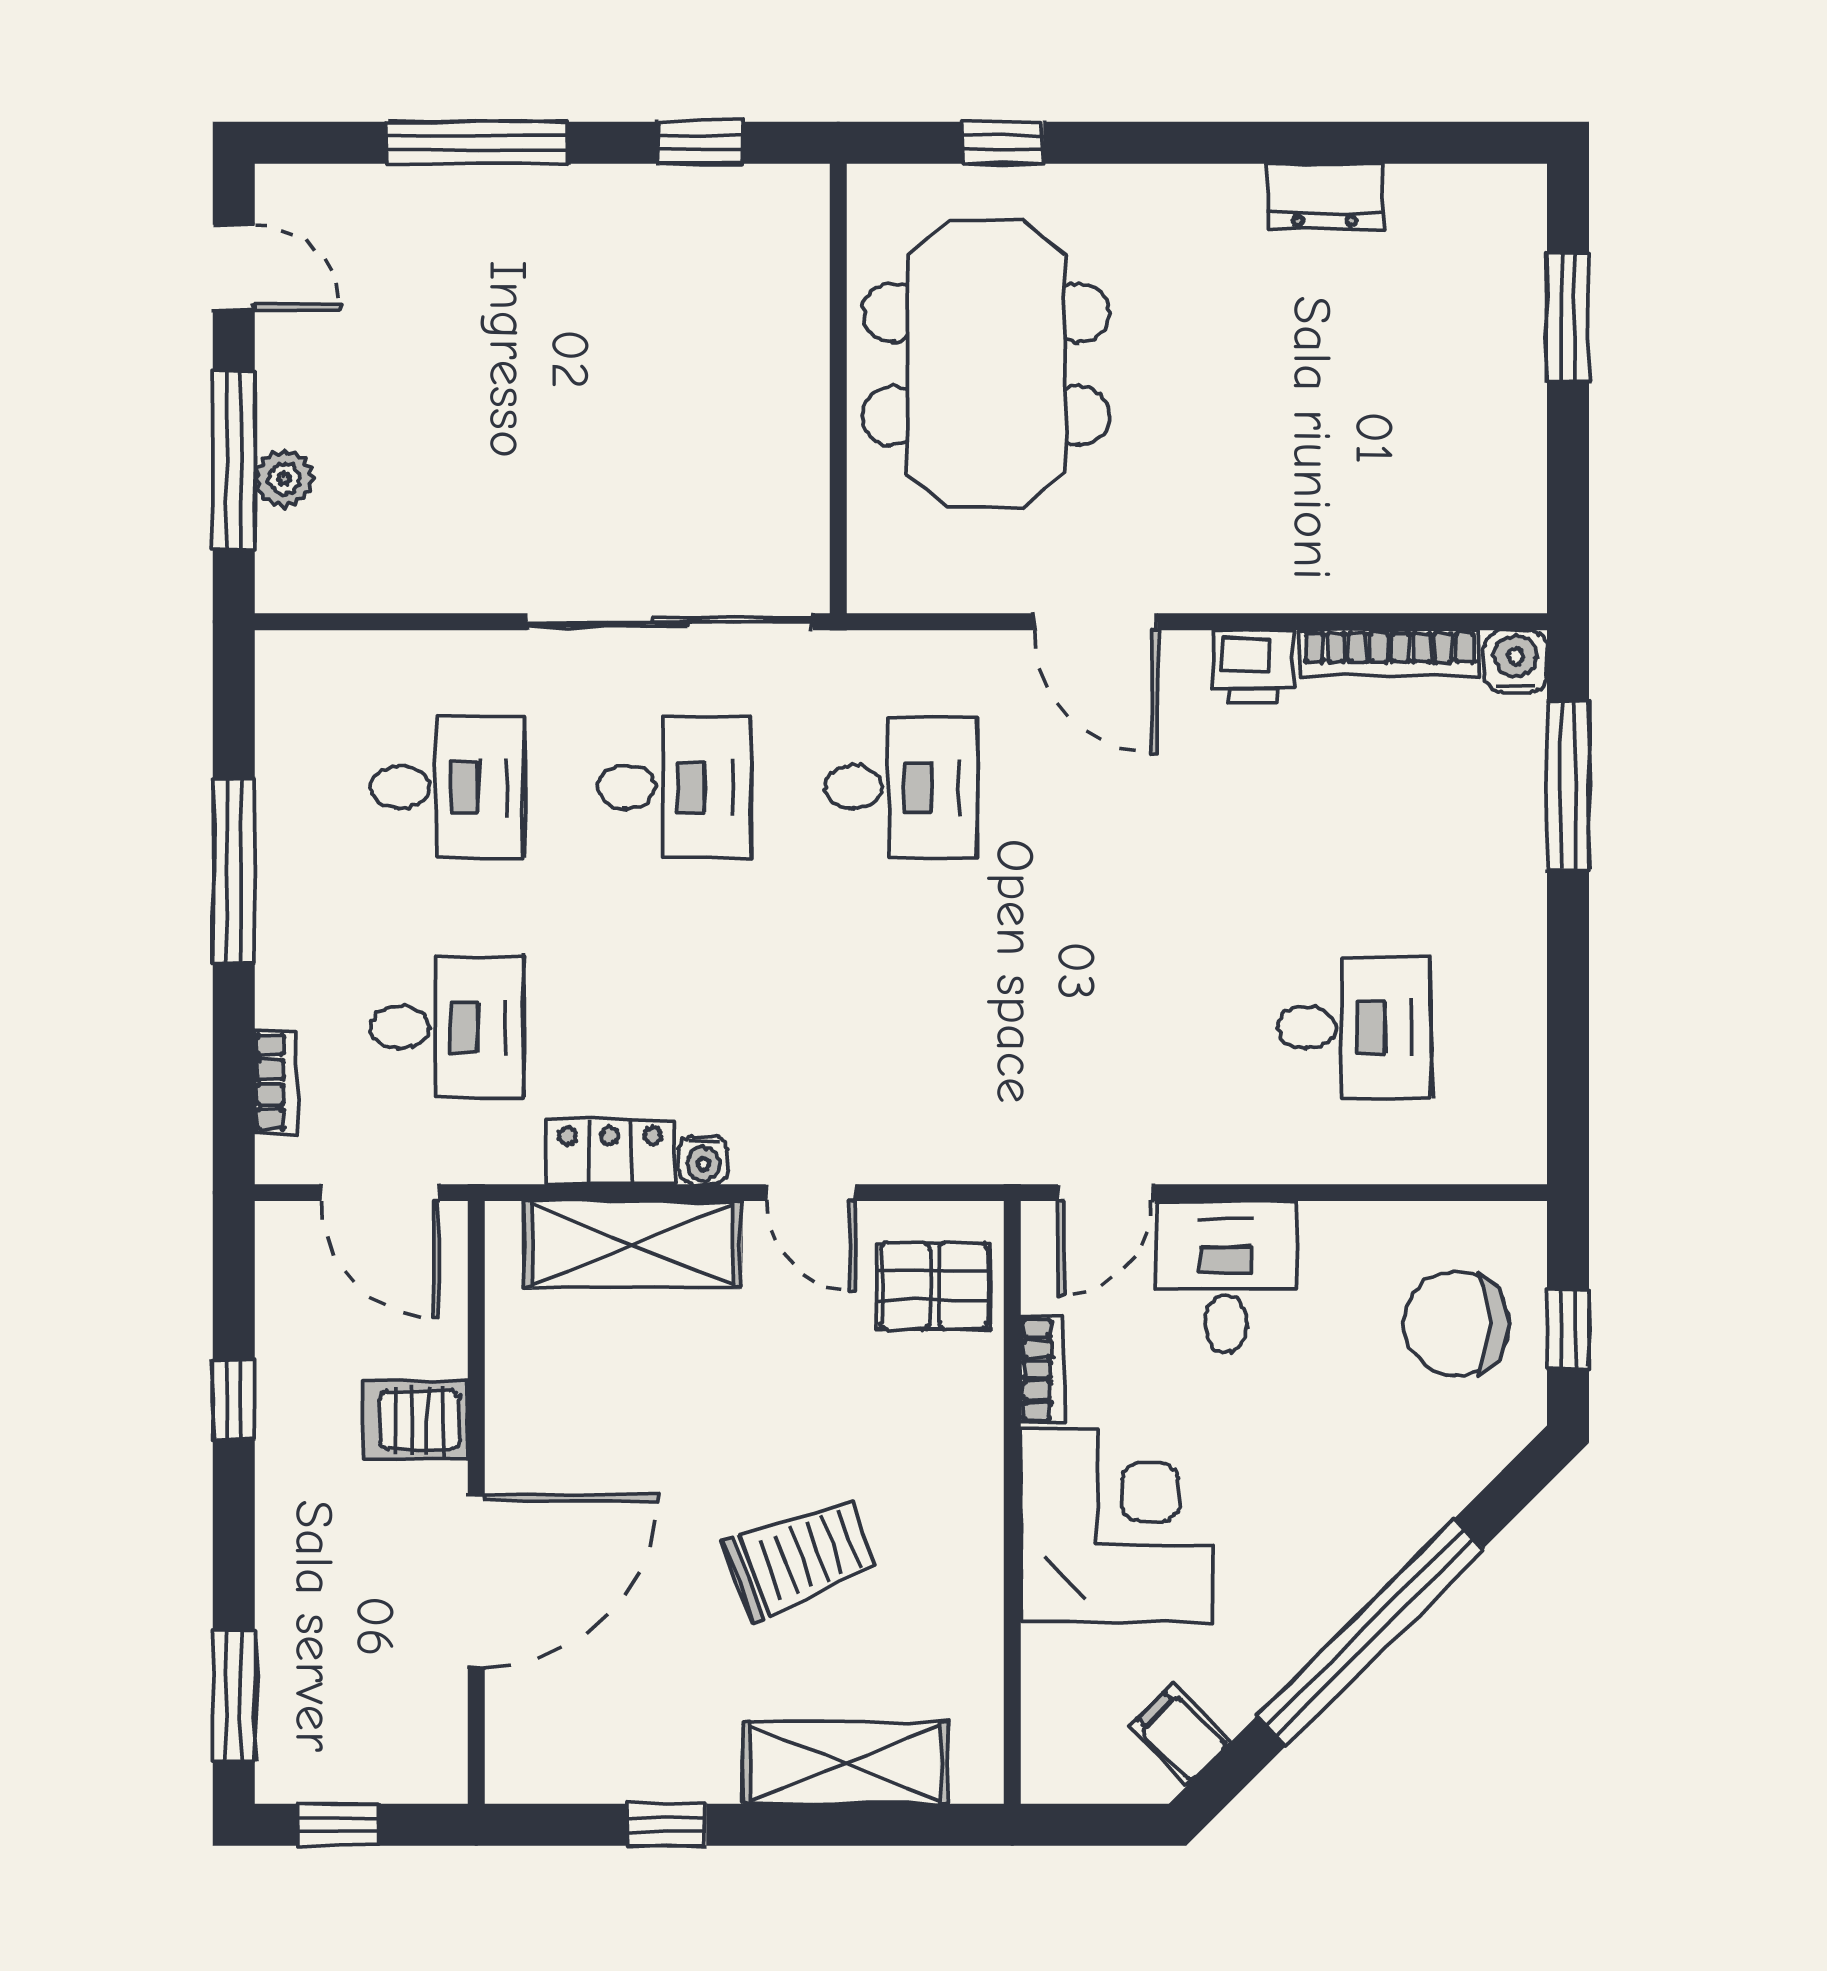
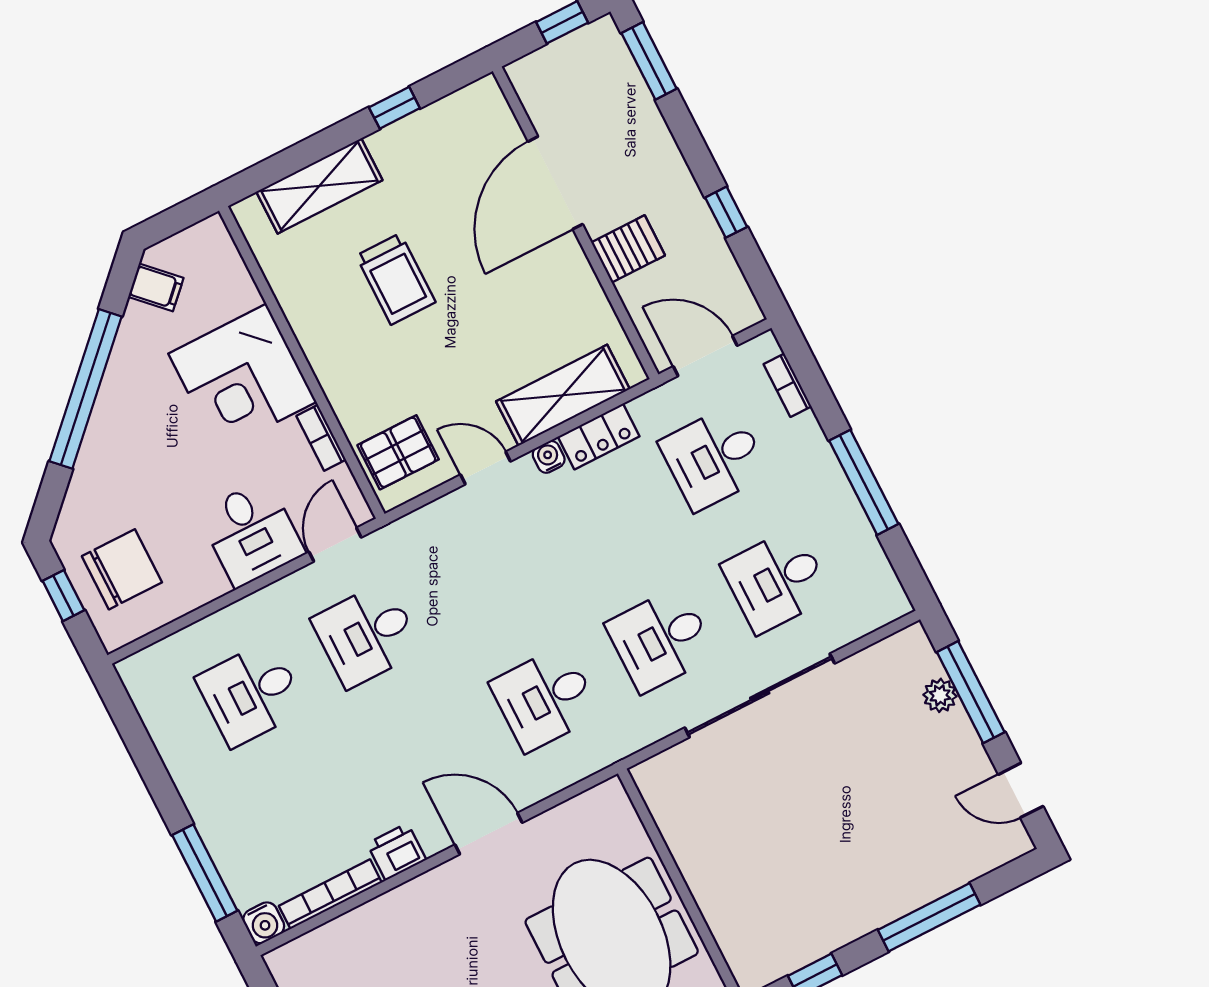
sliding door: (670, 622) -> (760, 695), moved
desk: (1128, 1027) -> (367, 635), added
trolley: (800, 1558) -> (396, 279), turned -69

